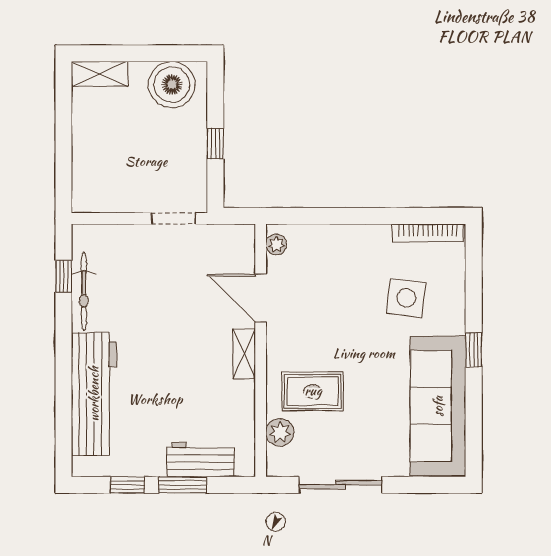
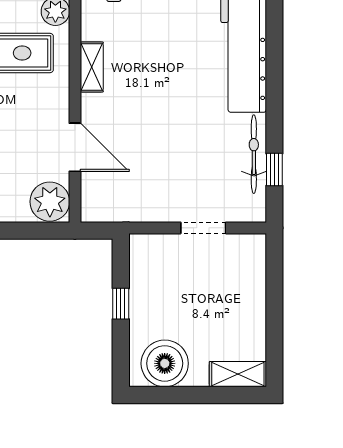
doorway: (174, 218) -> (203, 228), moved
plant: (276, 244) -> (50, 202), width x1.88, depth x1.88
shelving: (244, 354) -> (92, 67), moved

